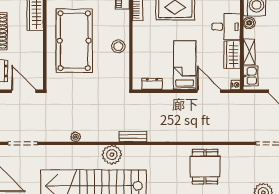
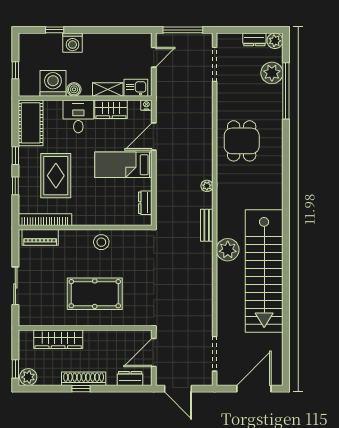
pool table: (74, 41) -> (95, 294), width x0.73, depth x0.76
plant: (76, 137) -> (207, 186), moved
dining table: (205, 167) -> (242, 141), turned 90

